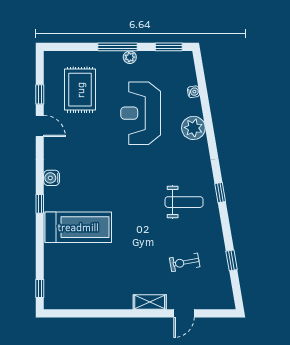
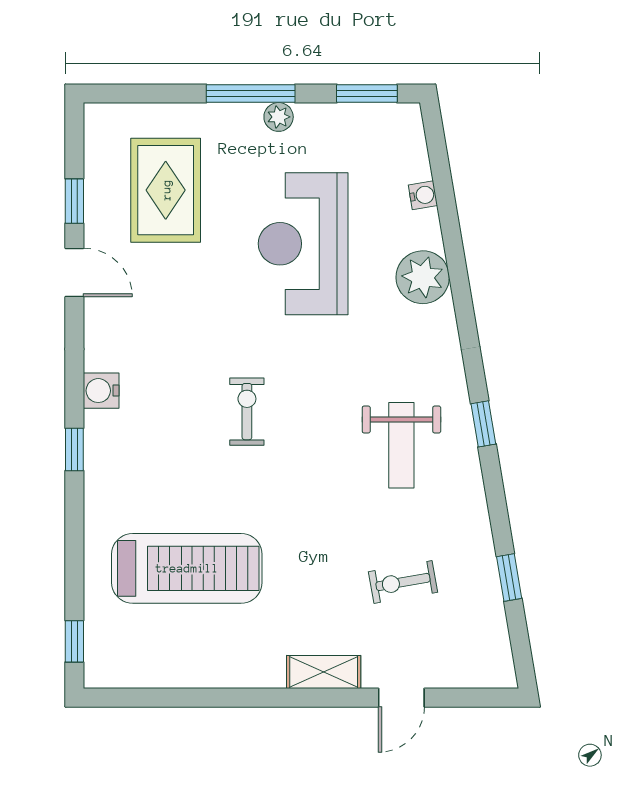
exercise bike: (116, 187) -> (247, 412), added
weight bench: (184, 202) -> (401, 445), turned 90
treadmill: (78, 227) -> (187, 568), moved

